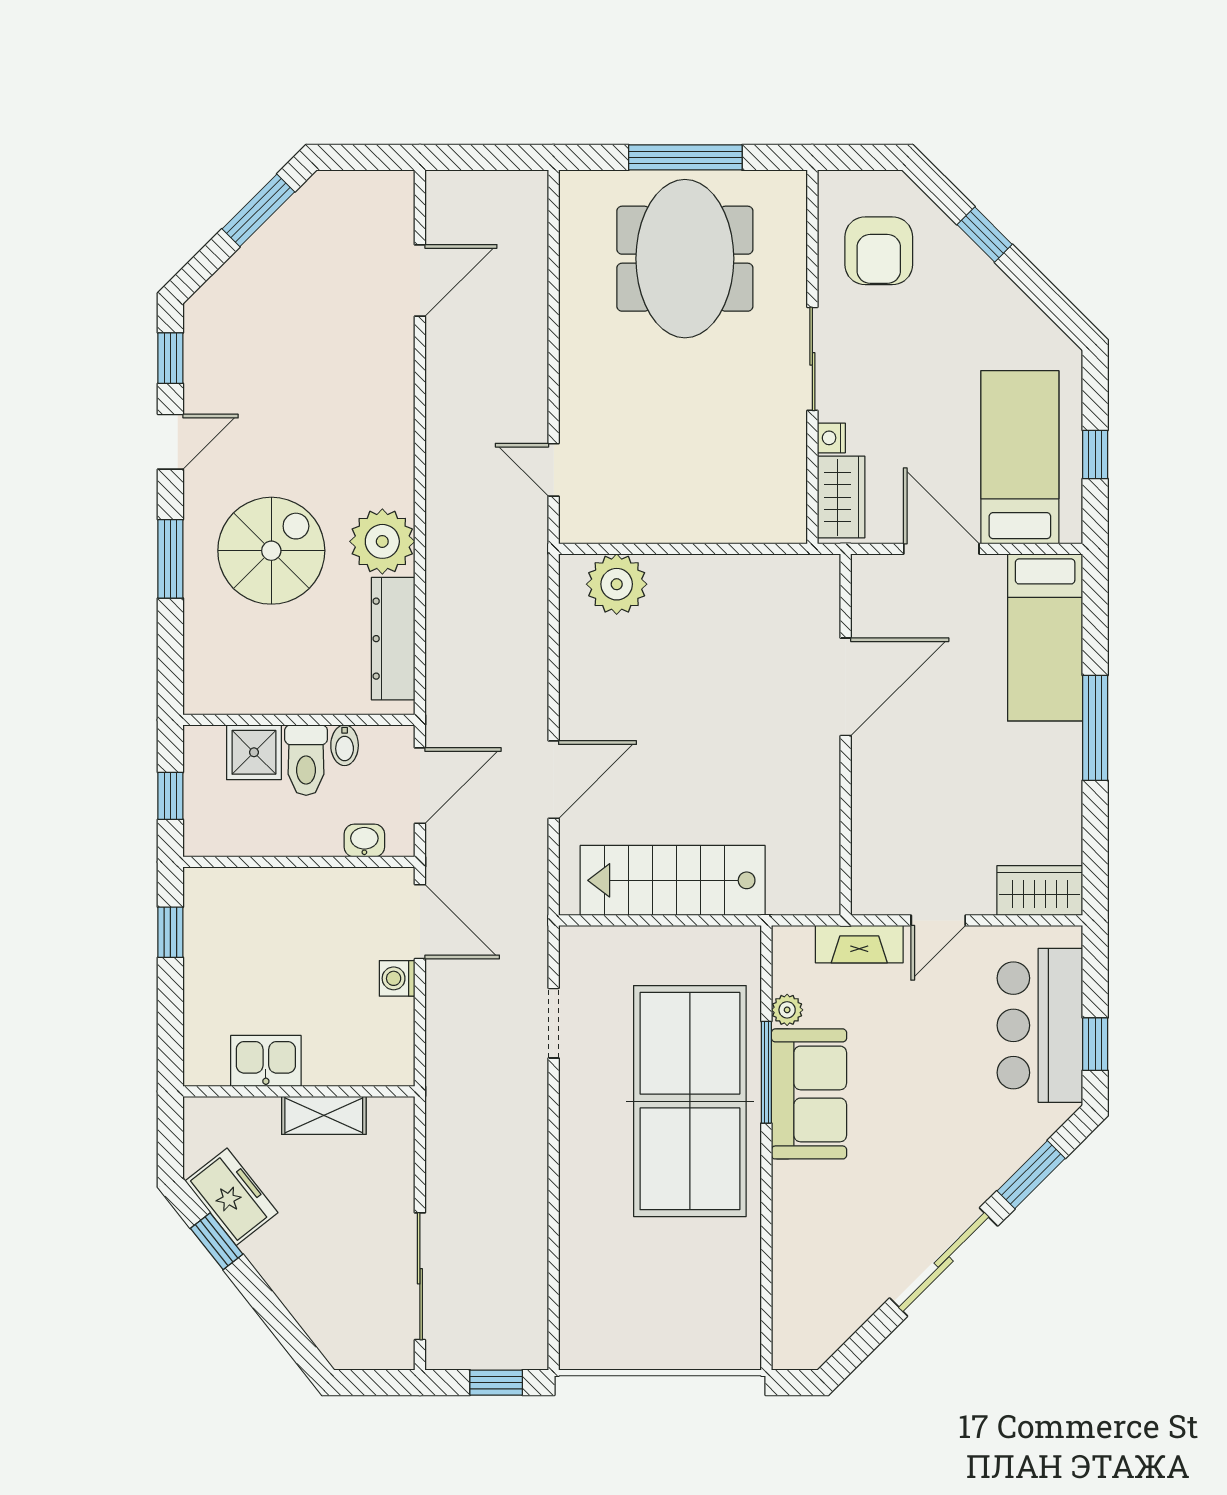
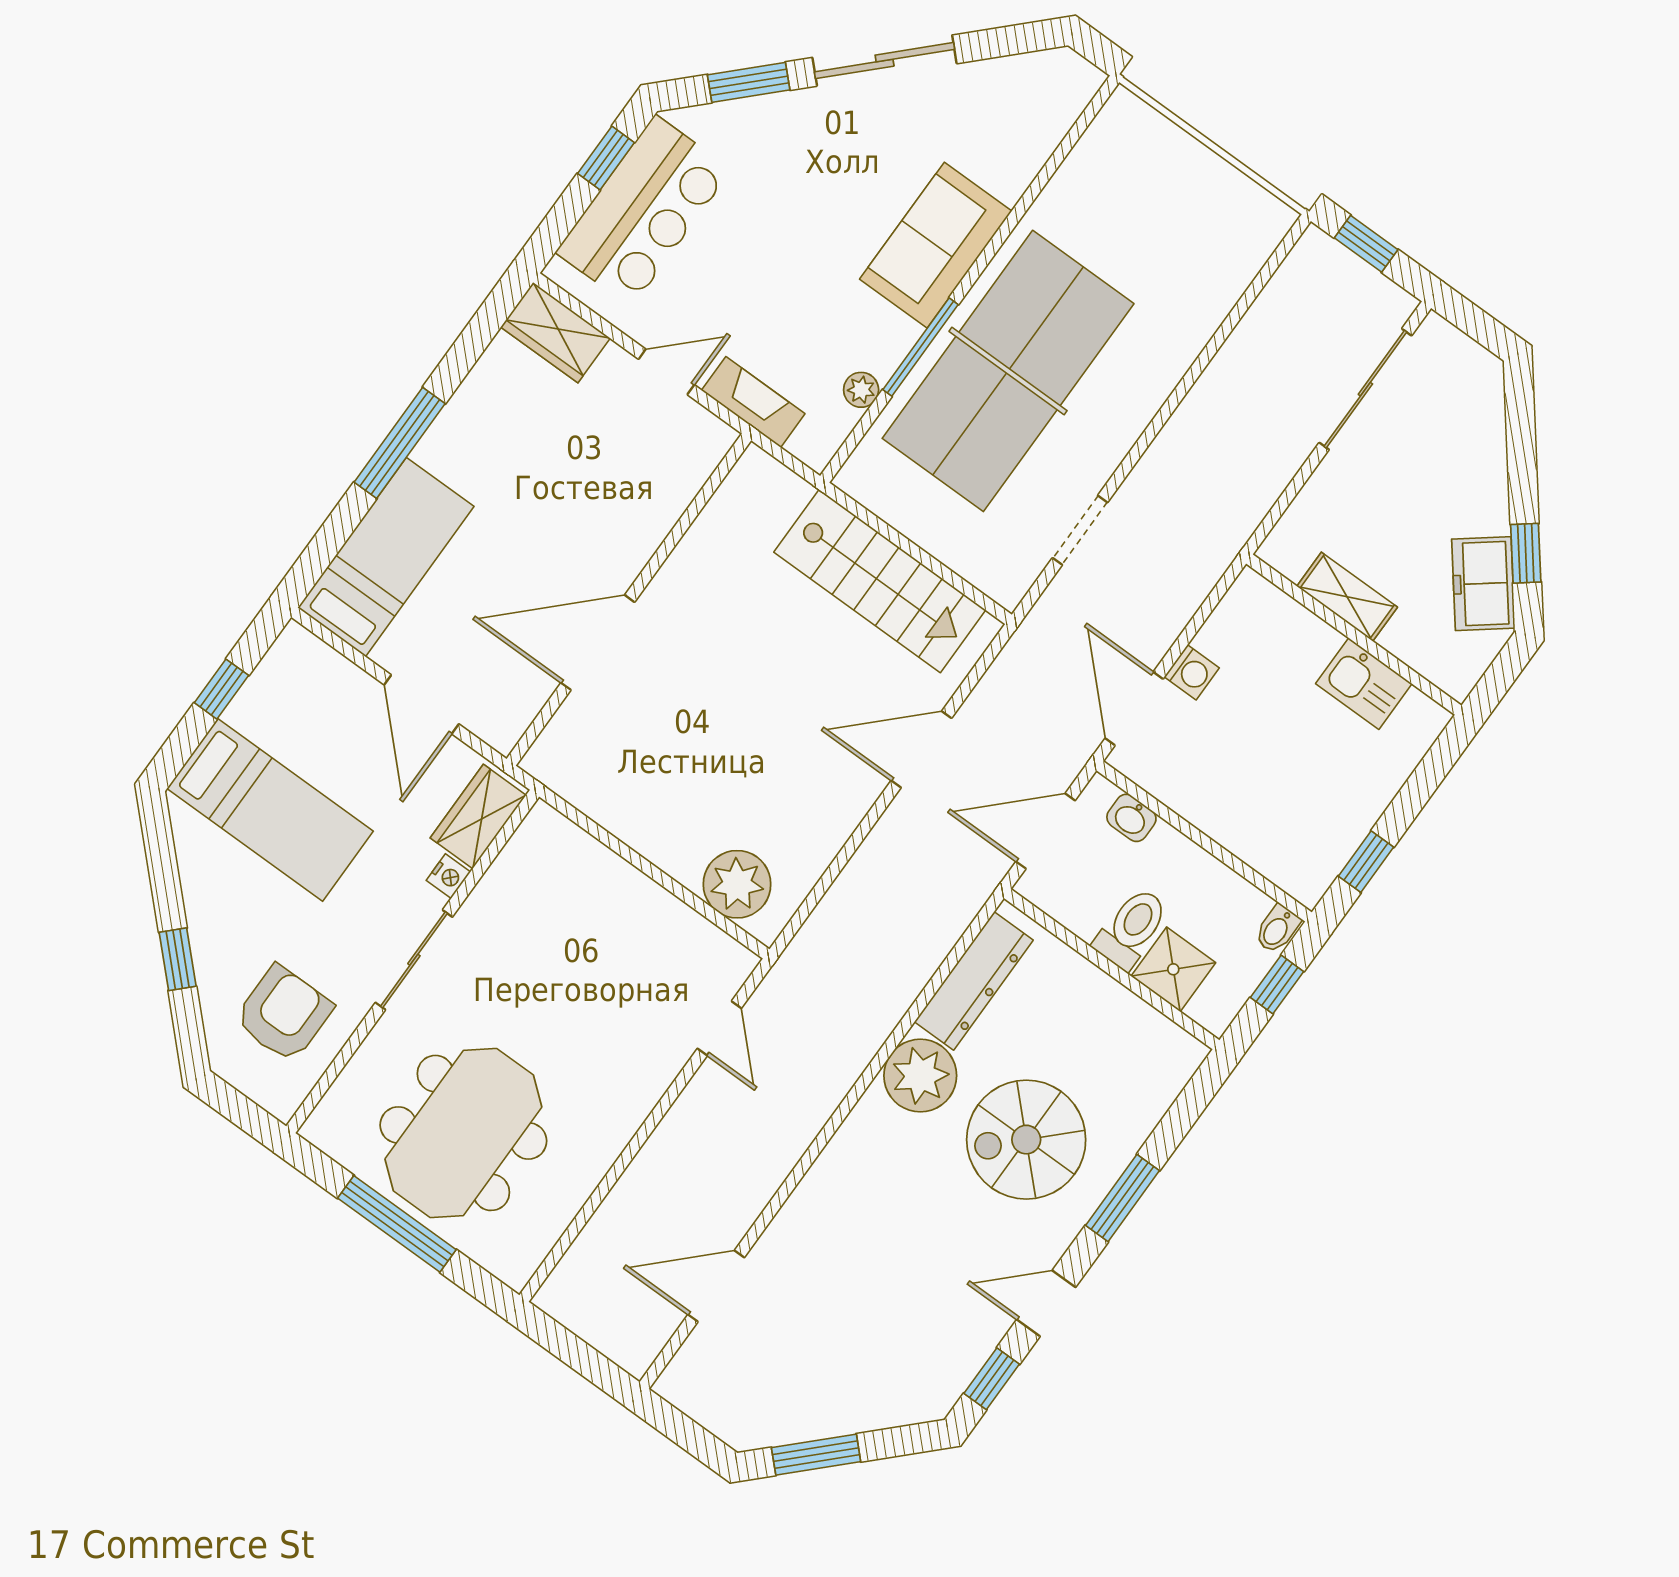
bed: (1020, 457) -> (270, 810), moved, turned -90
bidet: (345, 745) -> (1277, 929), moved, turned 180
sofa: (809, 1094) -> (936, 245), moved

